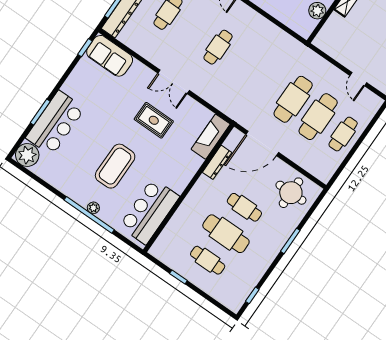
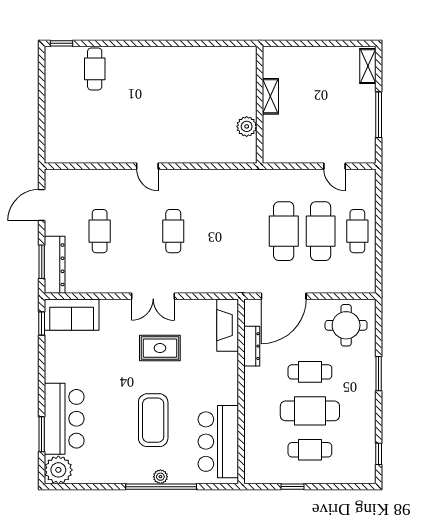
window: (40, 112) -> (42, 434), moved

